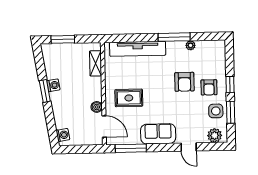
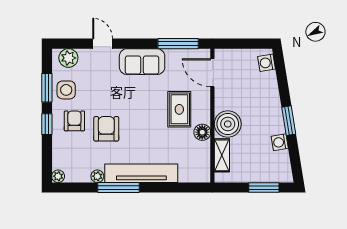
plant: (221, 45) -> (58, 176), added
tv unit: (138, 49) -> (141, 173), moved
floor lamp: (111, 81) -> (202, 132), added
washing machine: (53, 85) -> (280, 142), moved
rug: (129, 98) -> (179, 109), turned 90
boiler: (97, 107) -> (228, 124), moved, width x1.86, depth x1.86

